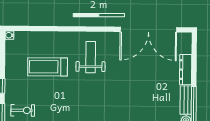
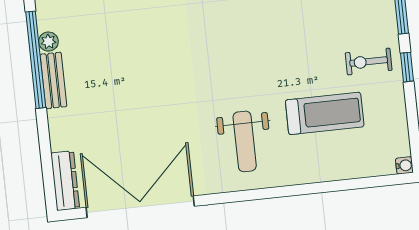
dresser: (186, 70) -> (65, 181), moved
exercise bike: (23, 110) -> (369, 62), moved

